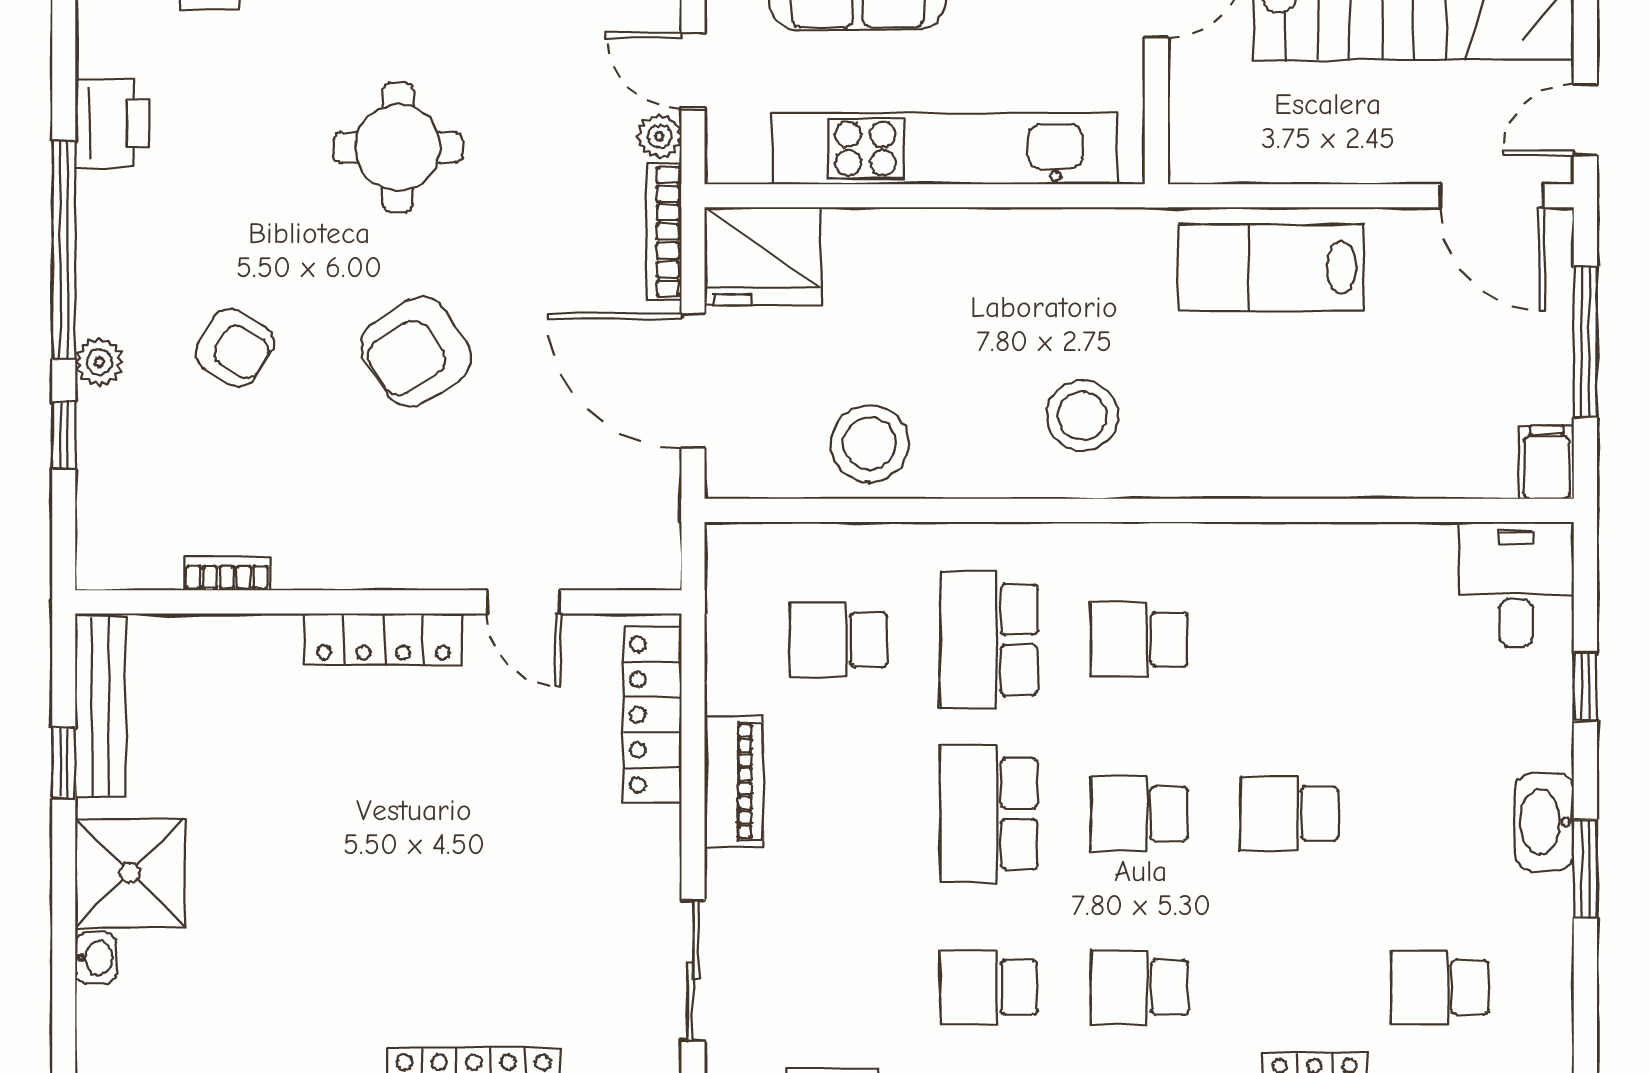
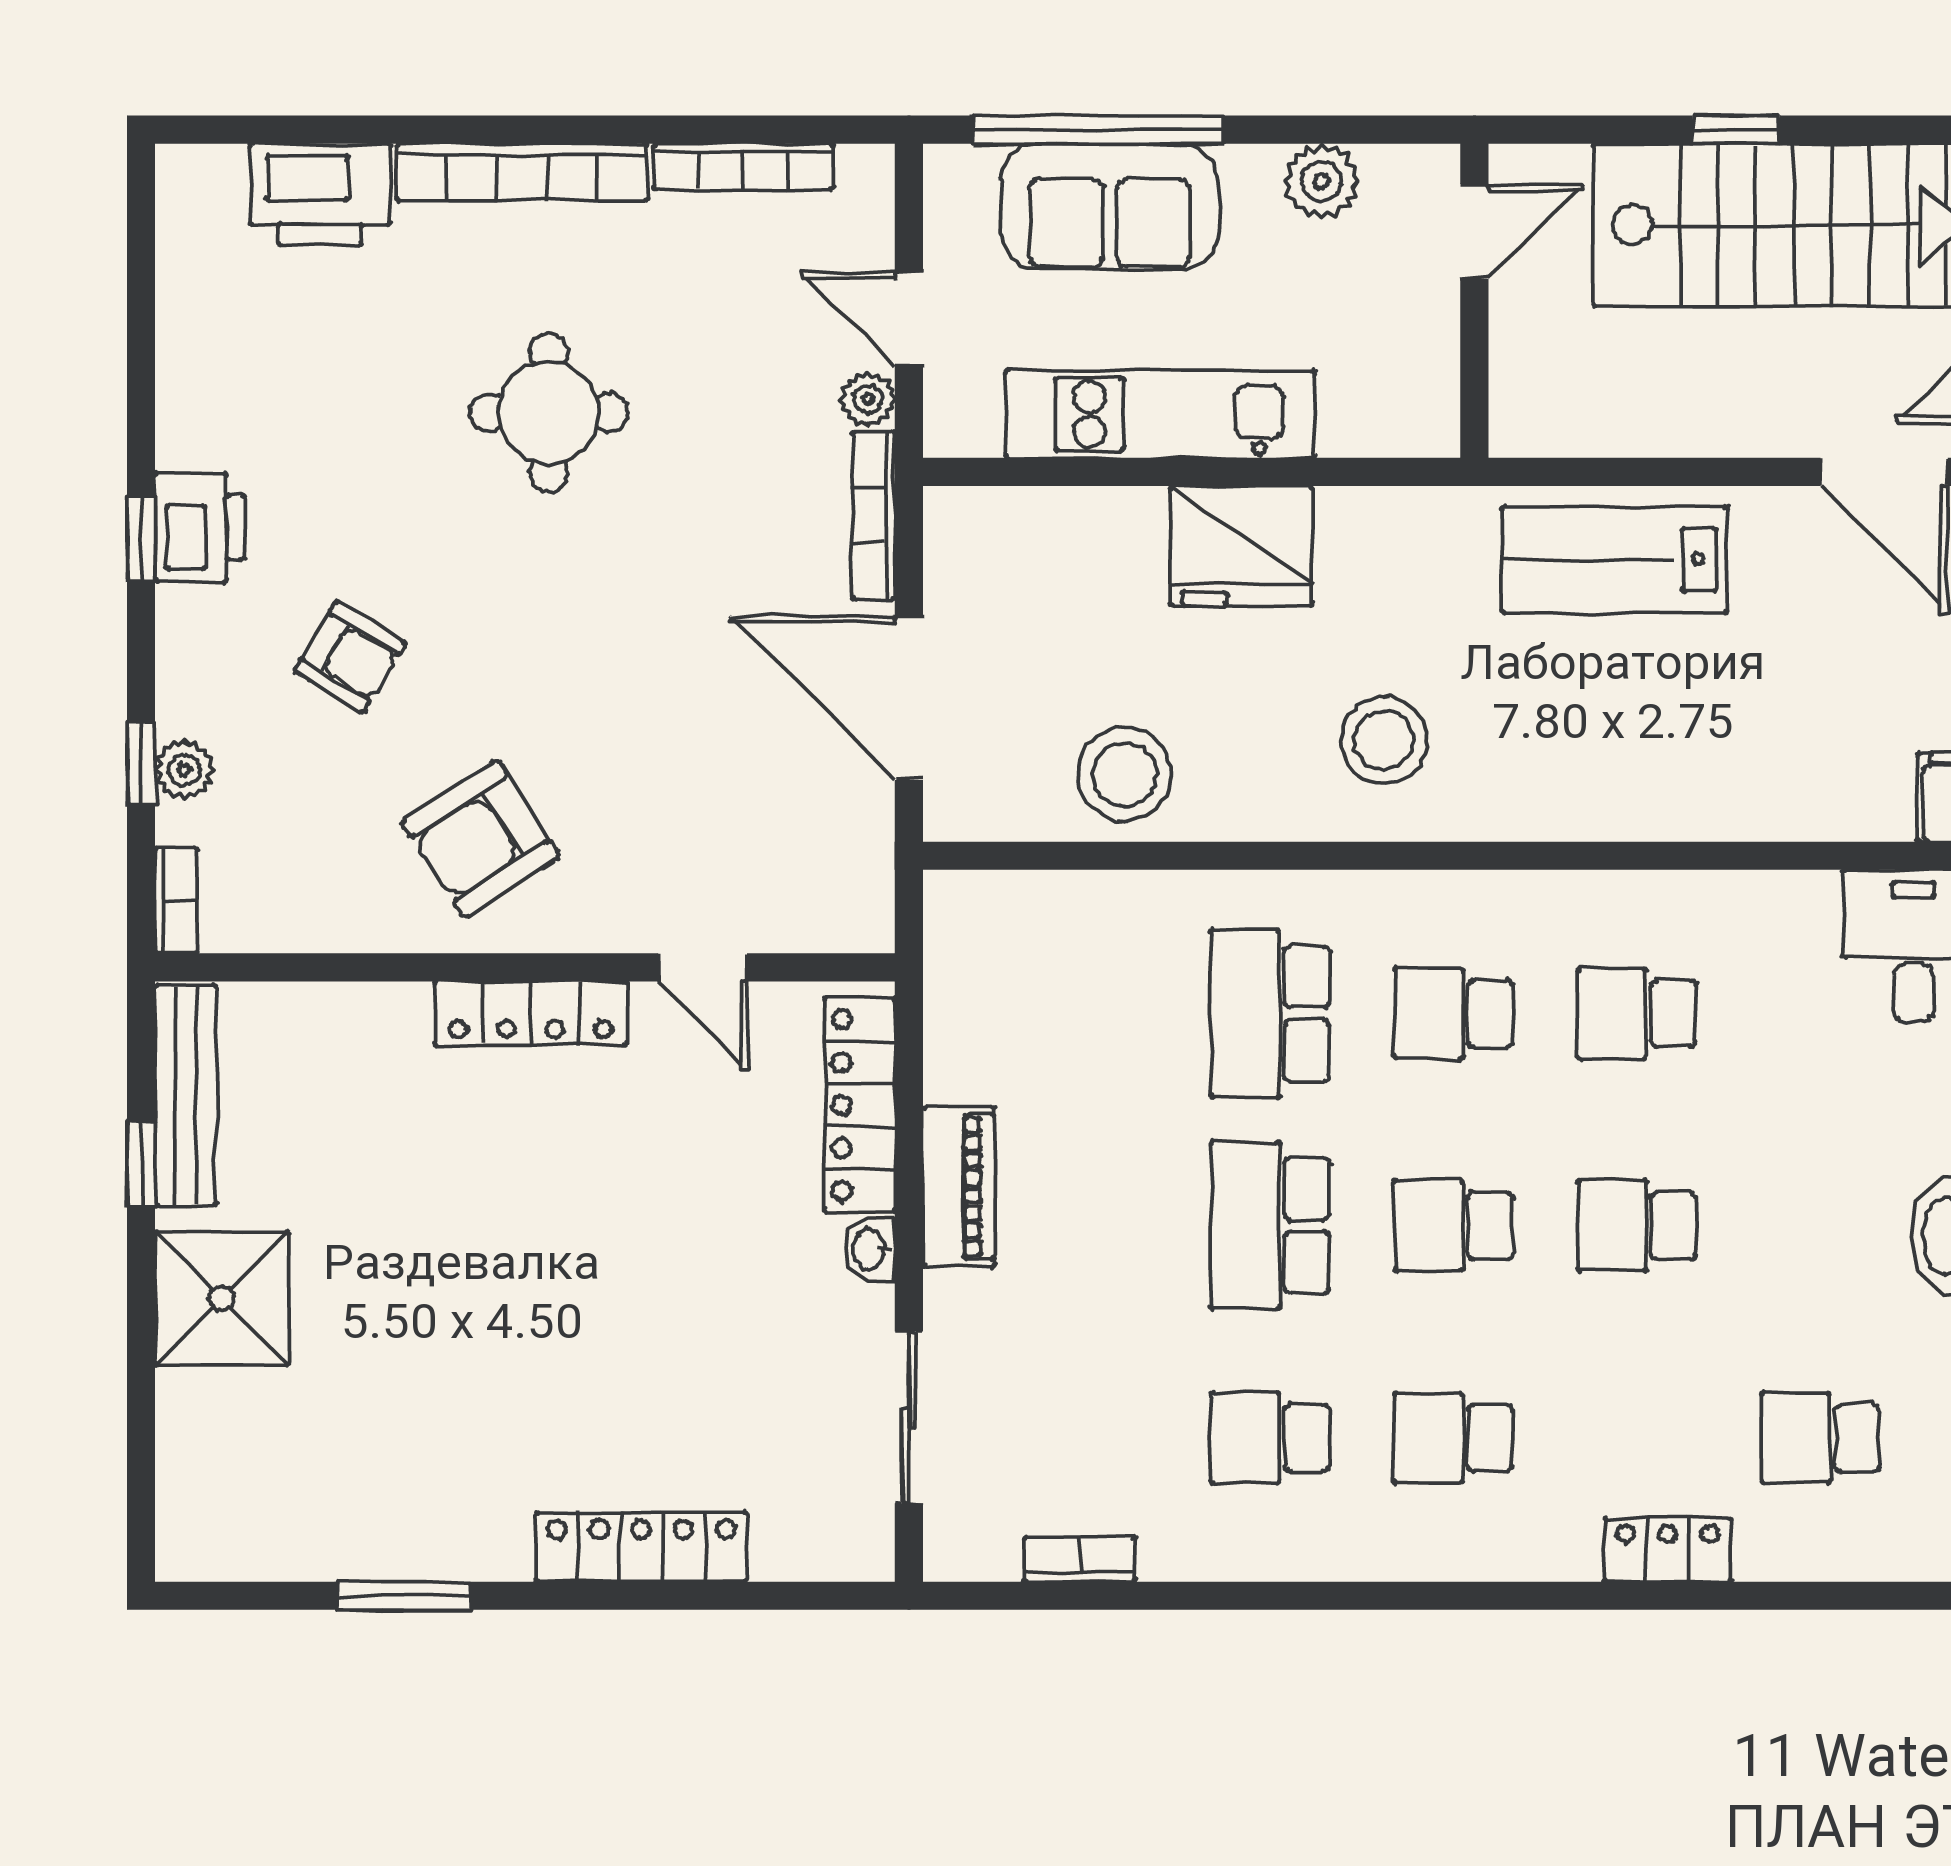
printer: (112, 123) -> (200, 527), moved
kitchen unit: (945, 149) -> (1160, 414), width x0.73
window: (64, 250) -> (141, 538), width x0.32
fridge: (762, 256) -> (1241, 546), moved
armchair: (416, 352) -> (480, 839), moved
plant: (99, 362) -> (184, 770), moved
bookcase: (227, 573) -> (176, 901), moved, turned 90
school desk: (839, 640) -> (1637, 1014), moved
washbasin: (96, 958) -> (870, 1249), moved, turned 180

